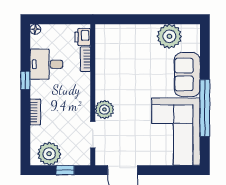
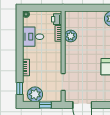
window: (25, 80) -> (20, 89), moved
plant: (104, 109) -> (71, 36), moved

